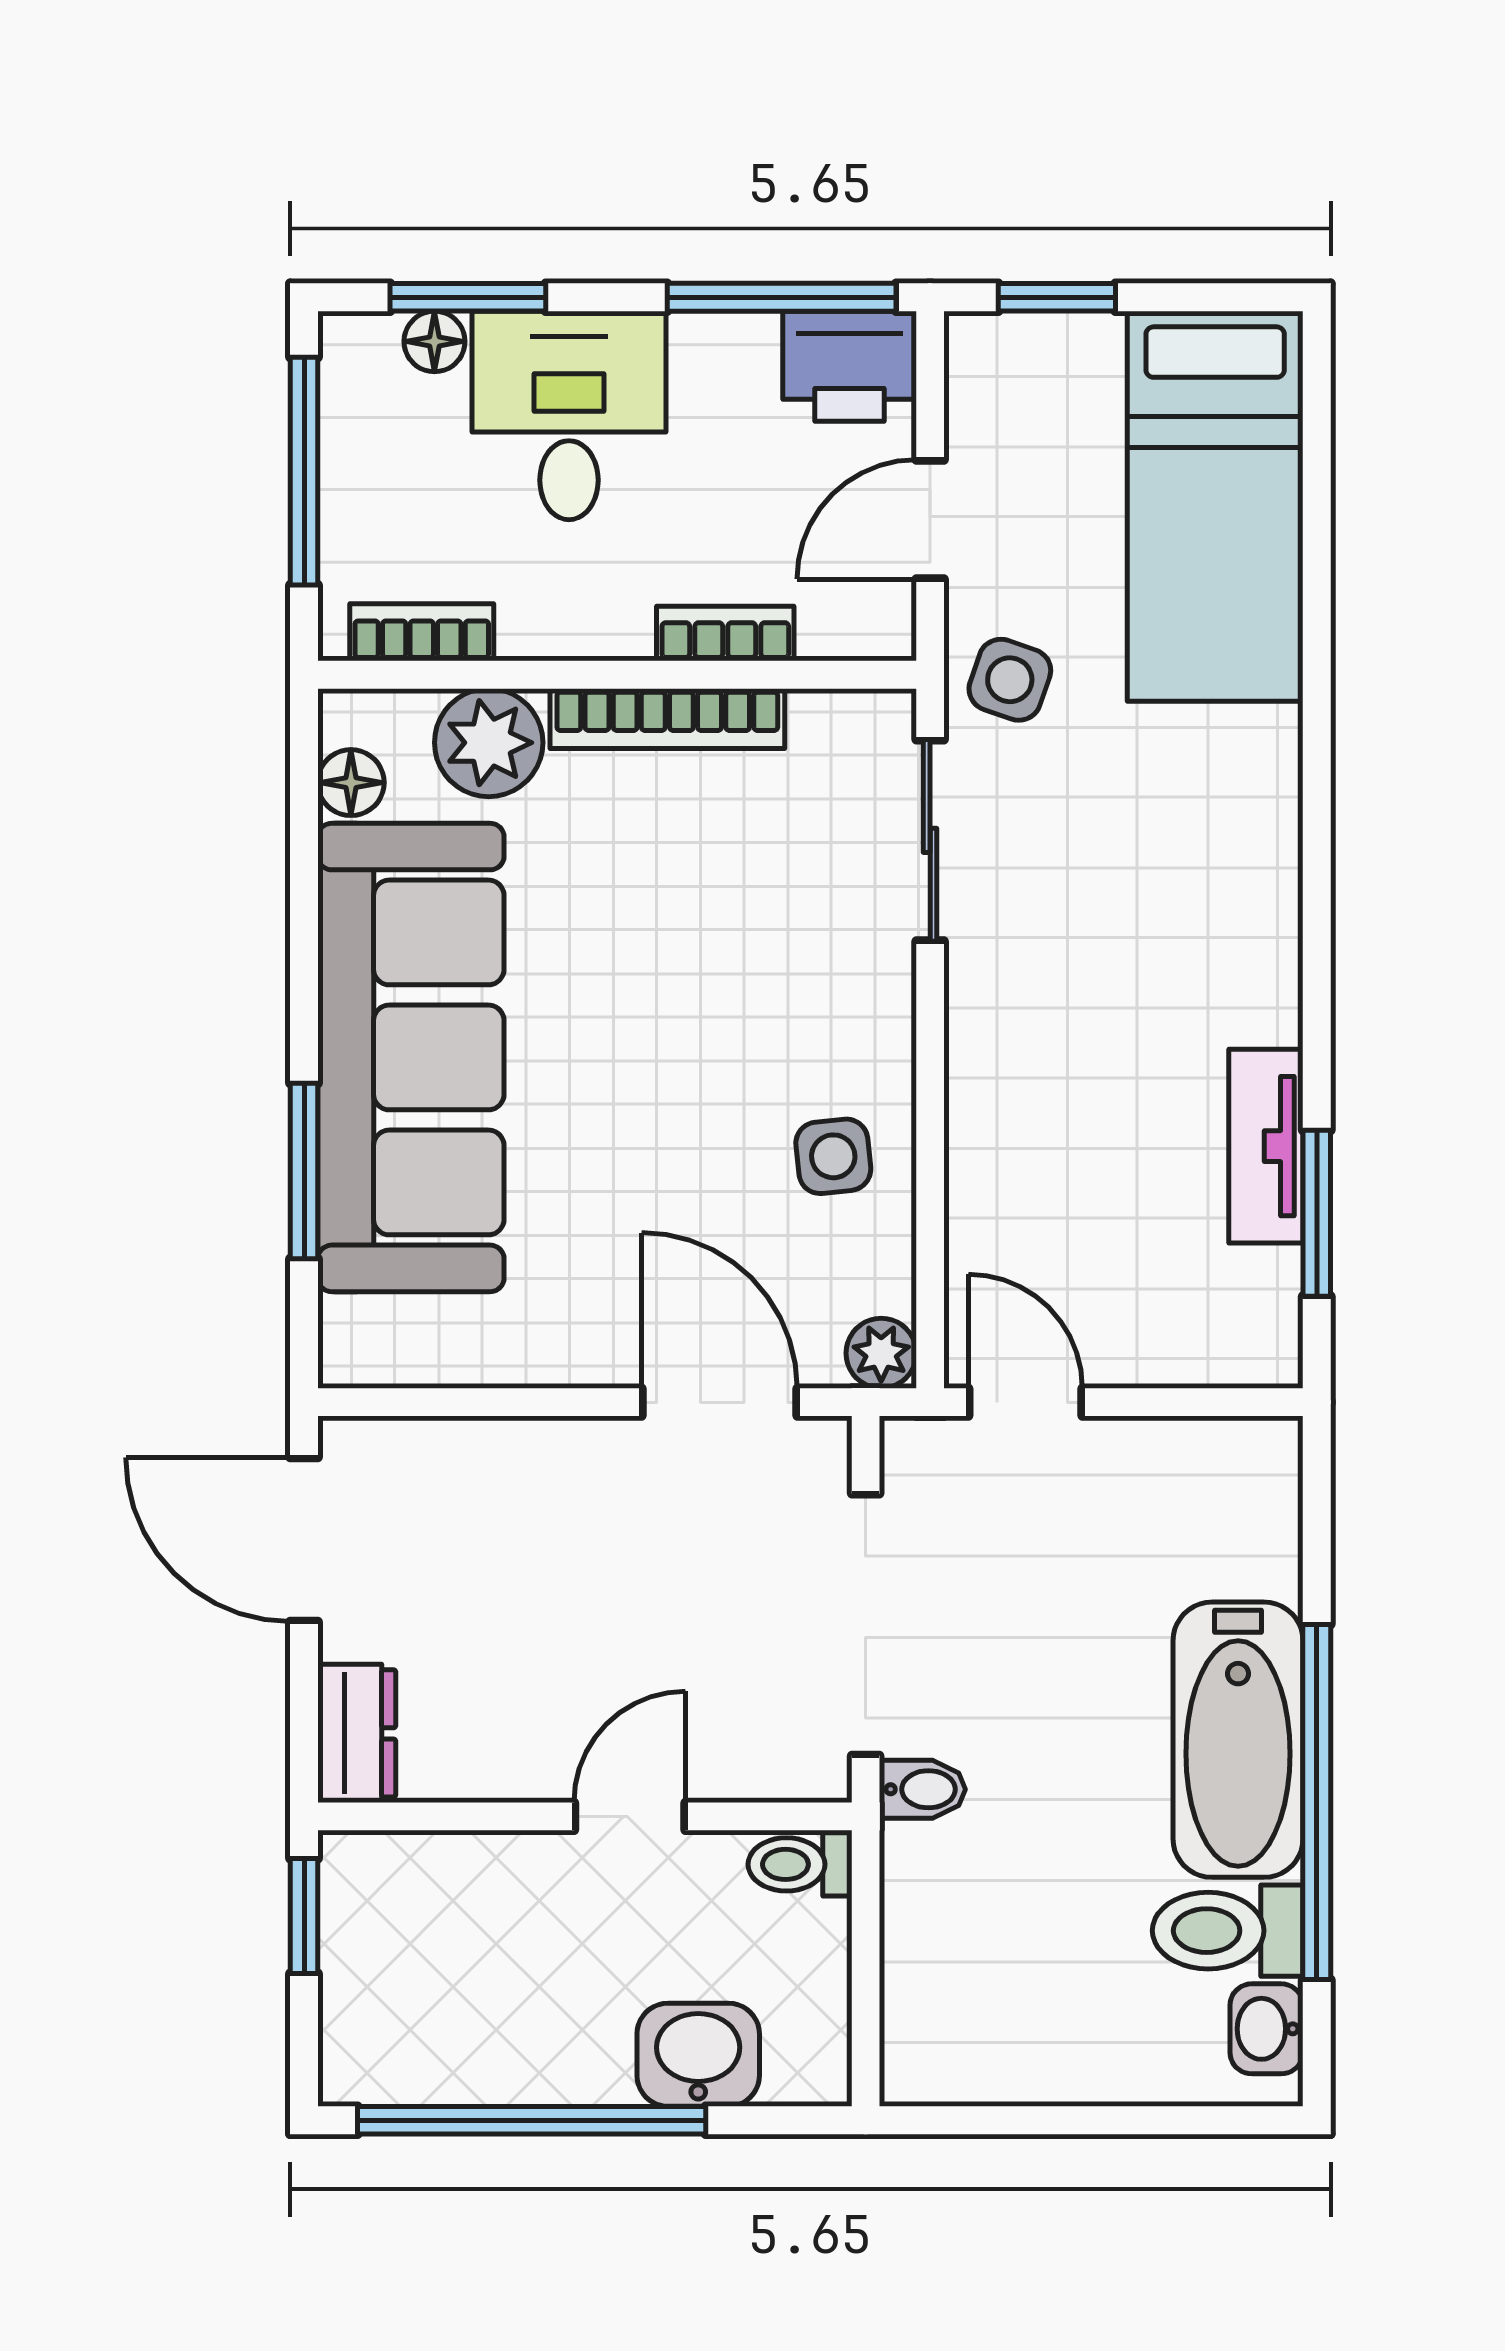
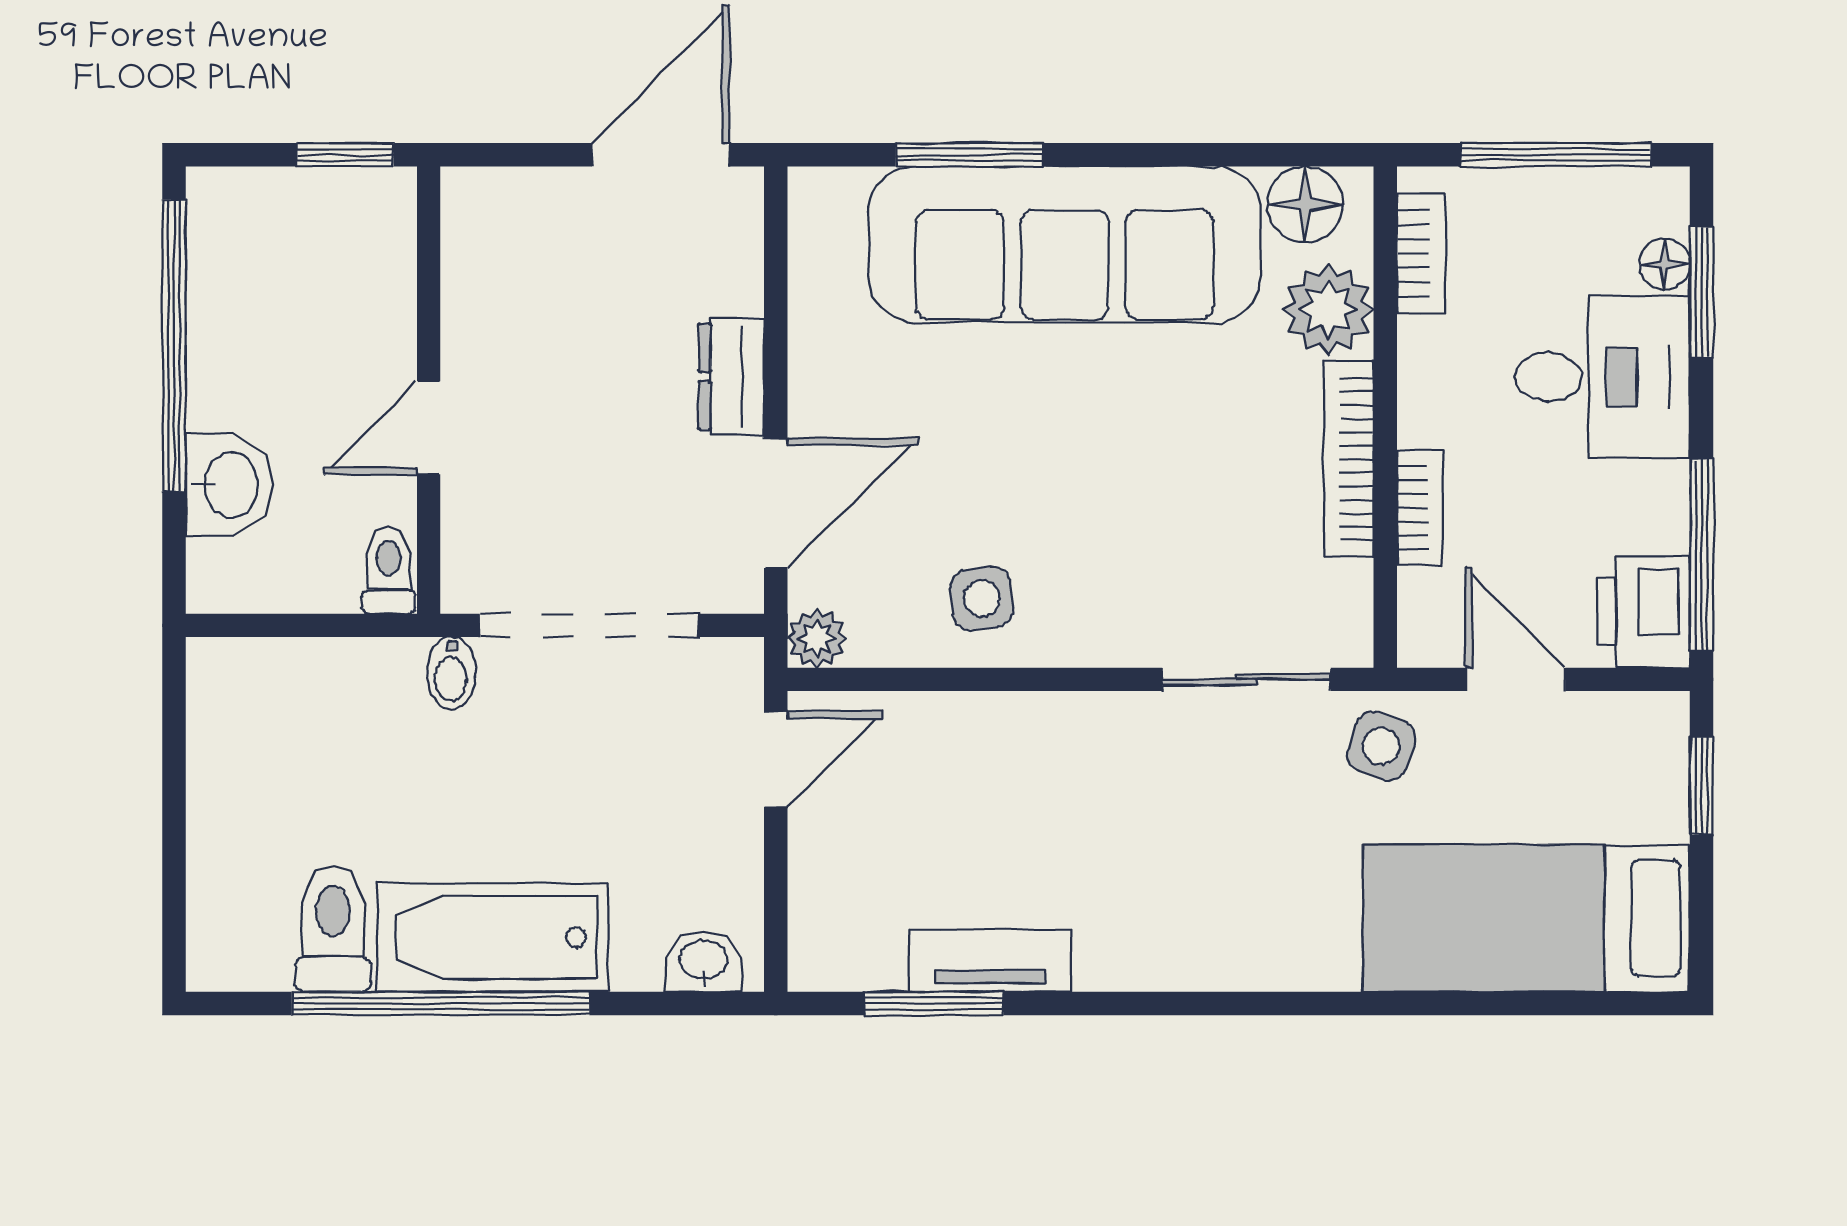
floor lamp: (351, 783) -> (1305, 204), width x1.37, depth x1.37
dresser: (357, 1733) -> (732, 377), moved, turned 90
door: (630, 1816) -> (429, 428), swing flipped
washbasin: (1266, 2029) -> (703, 961), moved

